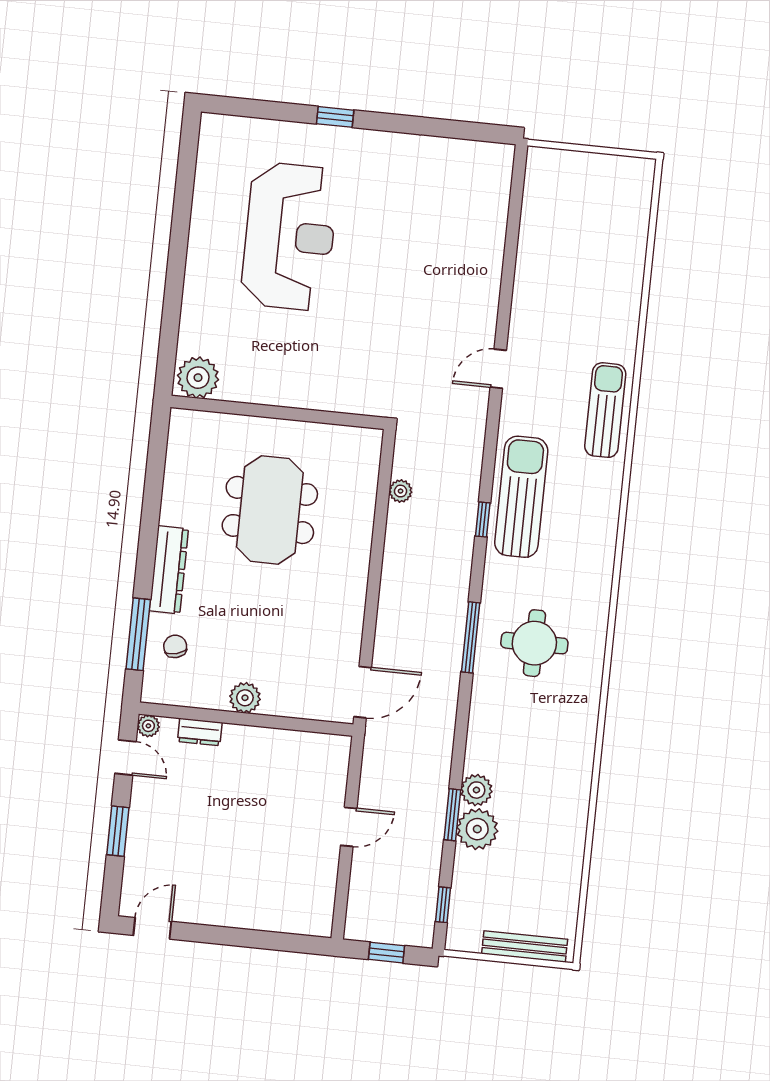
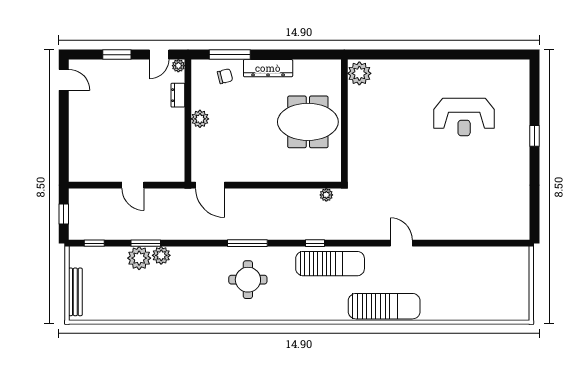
reception desk: (290, 236) -> (464, 117), width x0.74, depth x0.77
plant: (198, 378) -> (359, 73), moved
sun lounger: (605, 410) -> (384, 306), width x1.36, depth x1.34
wall: (278, 412) -> (344, 121), moved

